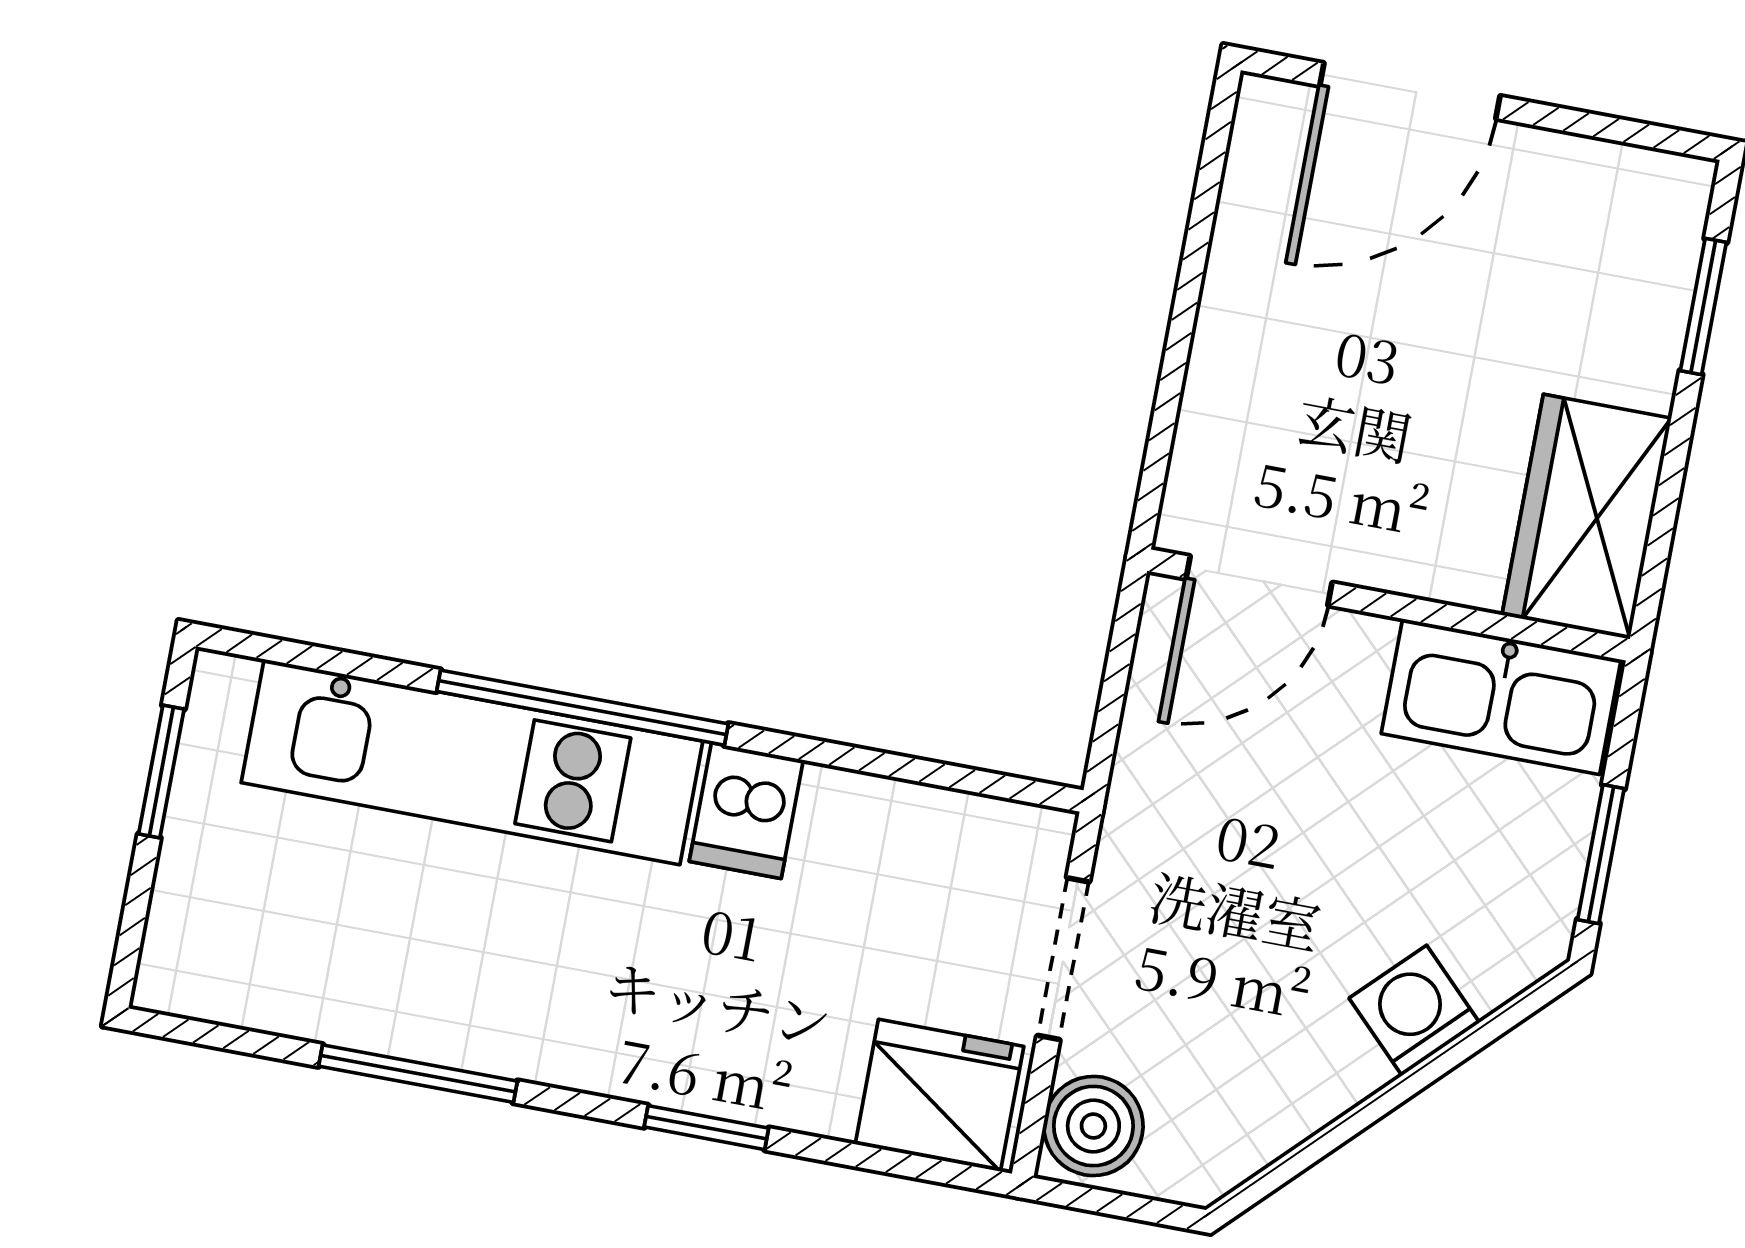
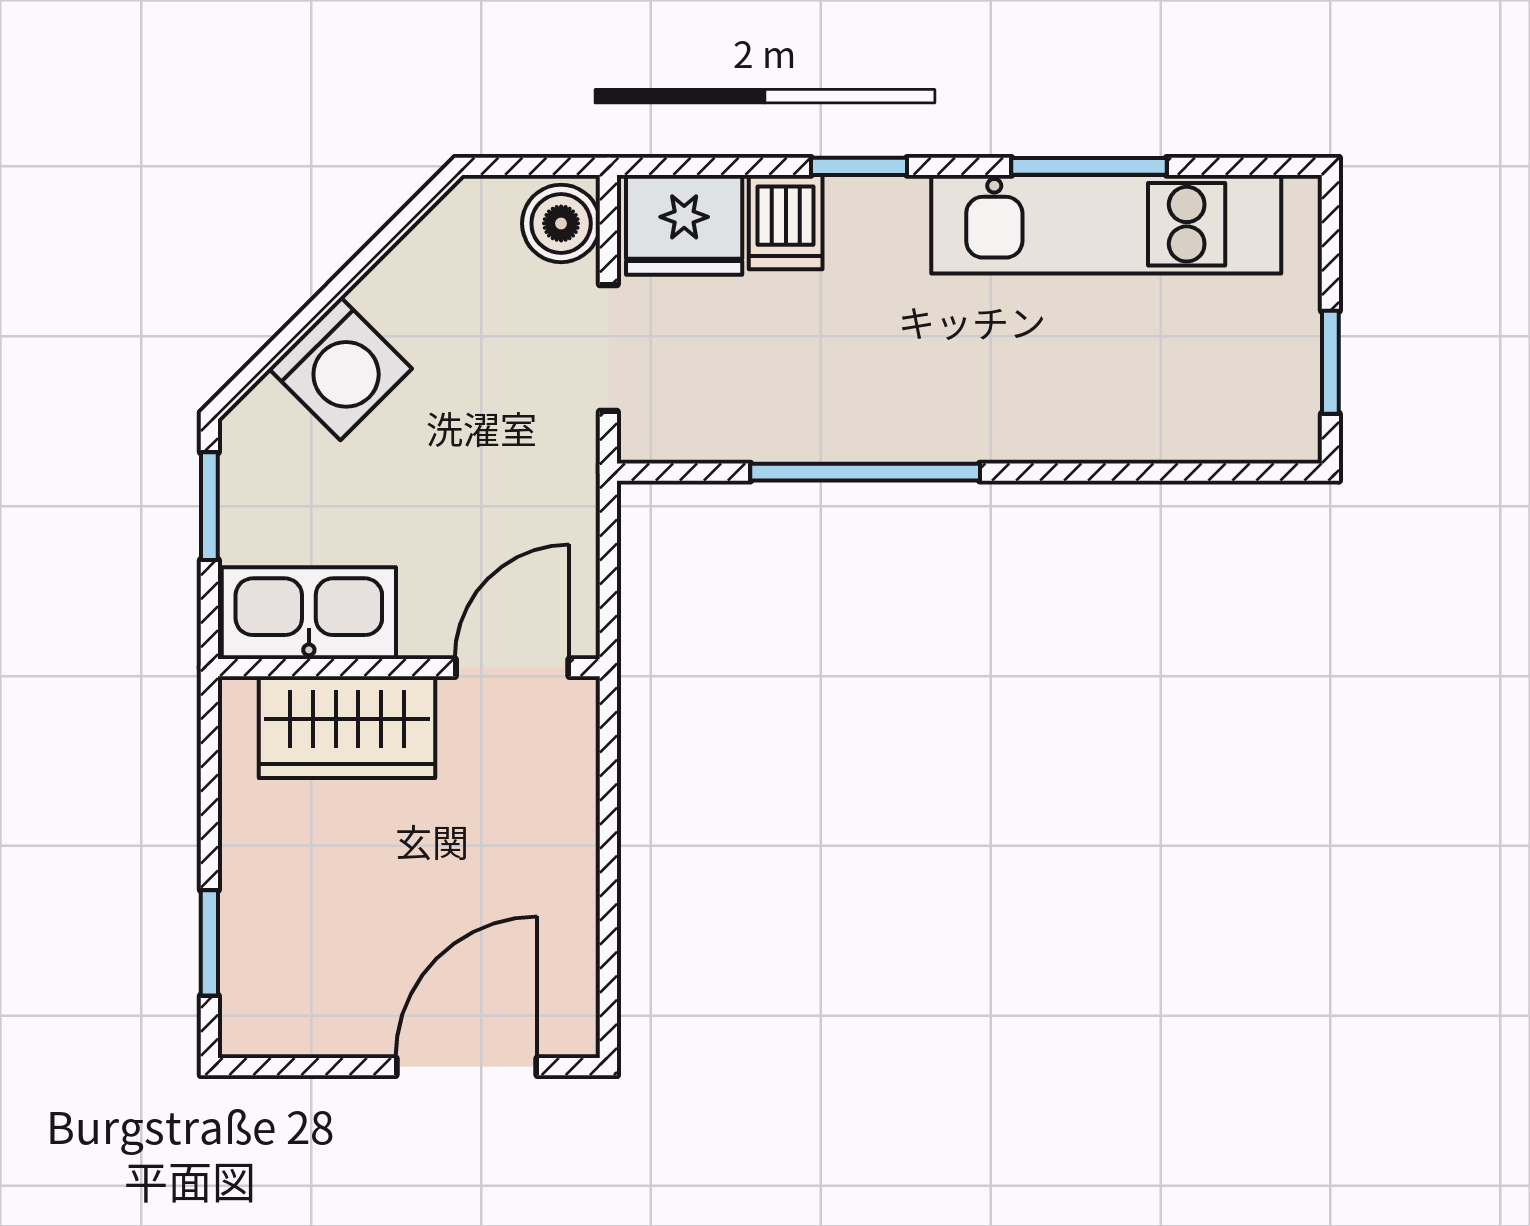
wardrobe: (1587, 517) -> (347, 727), moved, turned 90
window: (582, 708) -> (865, 472), moved
kitchen unit: (472, 762) -> (1106, 224), moved, turned 180
dishwasher: (746, 811) -> (786, 222), moved, turned 180
washing machine: (1414, 1010) -> (340, 369), width x1.38, depth x1.38

